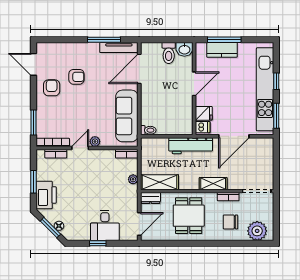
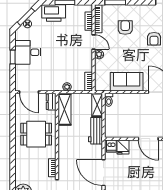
armchair: (52, 88) -> (125, 28), moved, turned -90
sofa: (127, 116) -> (127, 82), width x0.73
workbench: (191, 146) -> (96, 131), width x0.73
shelving: (213, 184) -> (97, 105), moved
chair: (230, 222) -> (31, 170), removed
desk: (105, 225) -> (28, 52), moved

